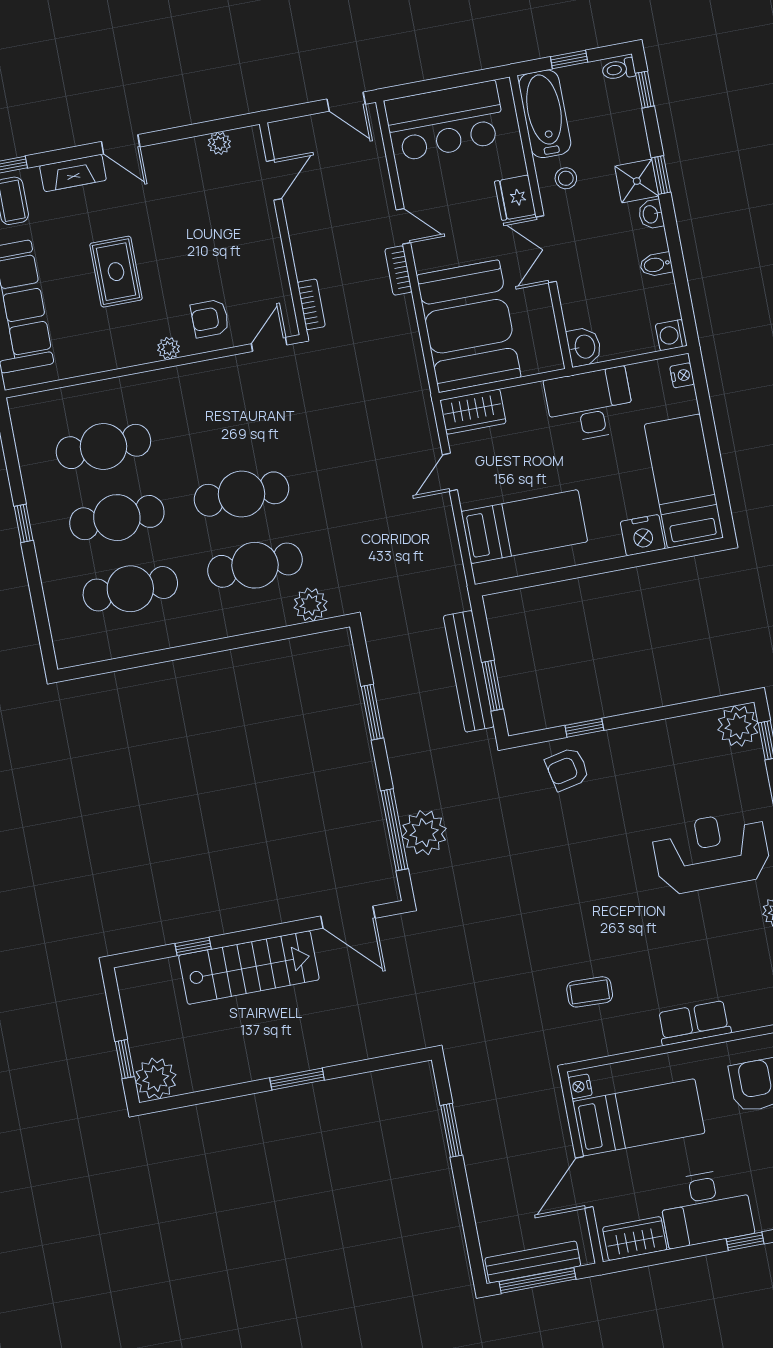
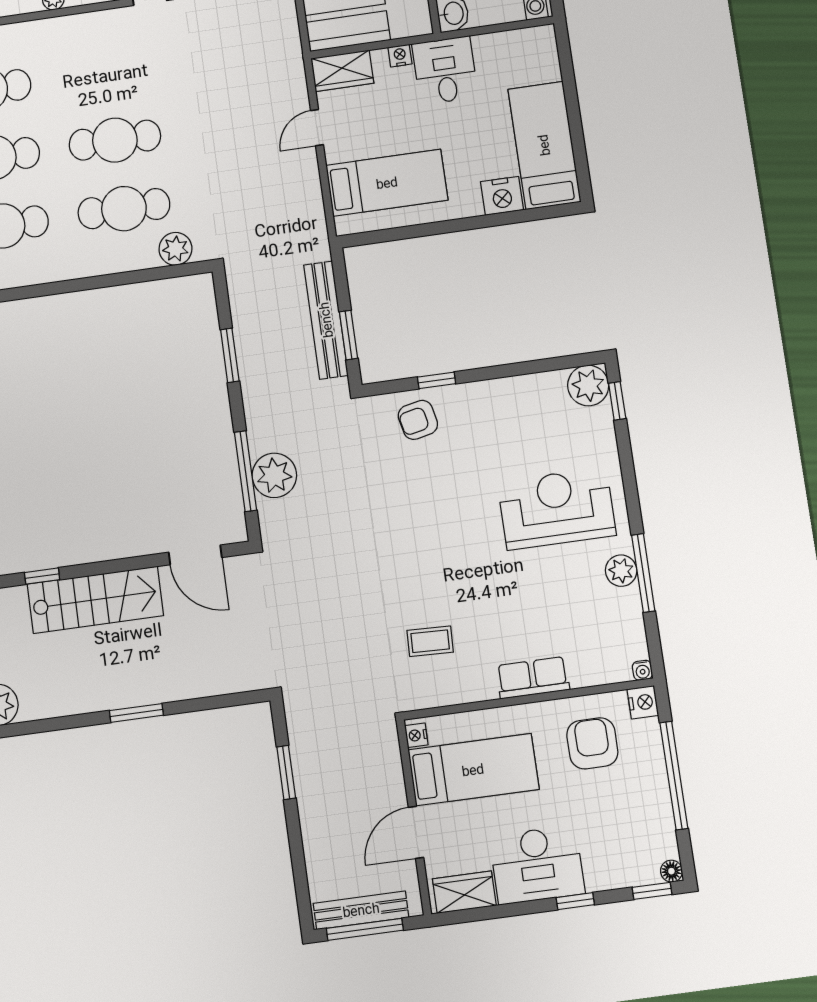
nightstand: (682, 375) -> (400, 56), moved, turned -90
desk: (590, 405) -> (445, 70), width x0.73

